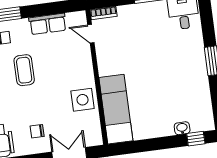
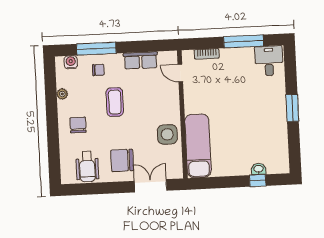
bookcase: (104, 13) -> (207, 54), moved
chair: (37, 131) -> (122, 160), width x1.87, depth x1.87
window: (196, 139) -> (258, 181), moved

